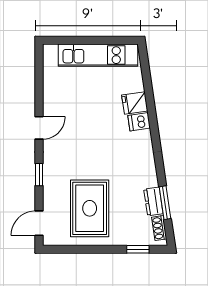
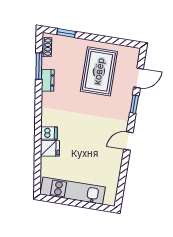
dresser: (153, 201) -> (48, 80), moved
door: (39, 223) -> (139, 78), moved

